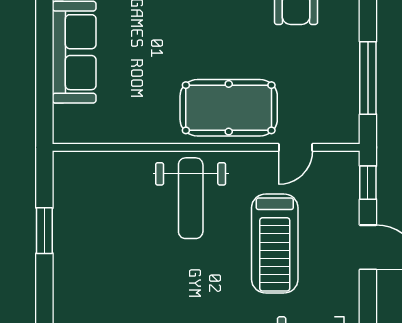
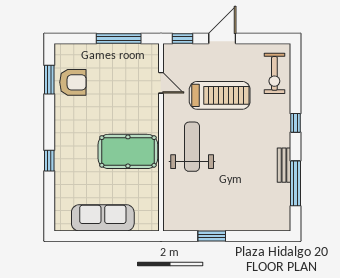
pool table: (229, 108) -> (128, 151), moved, turned 90
weight bench: (191, 198) -> (192, 147), turned -90

